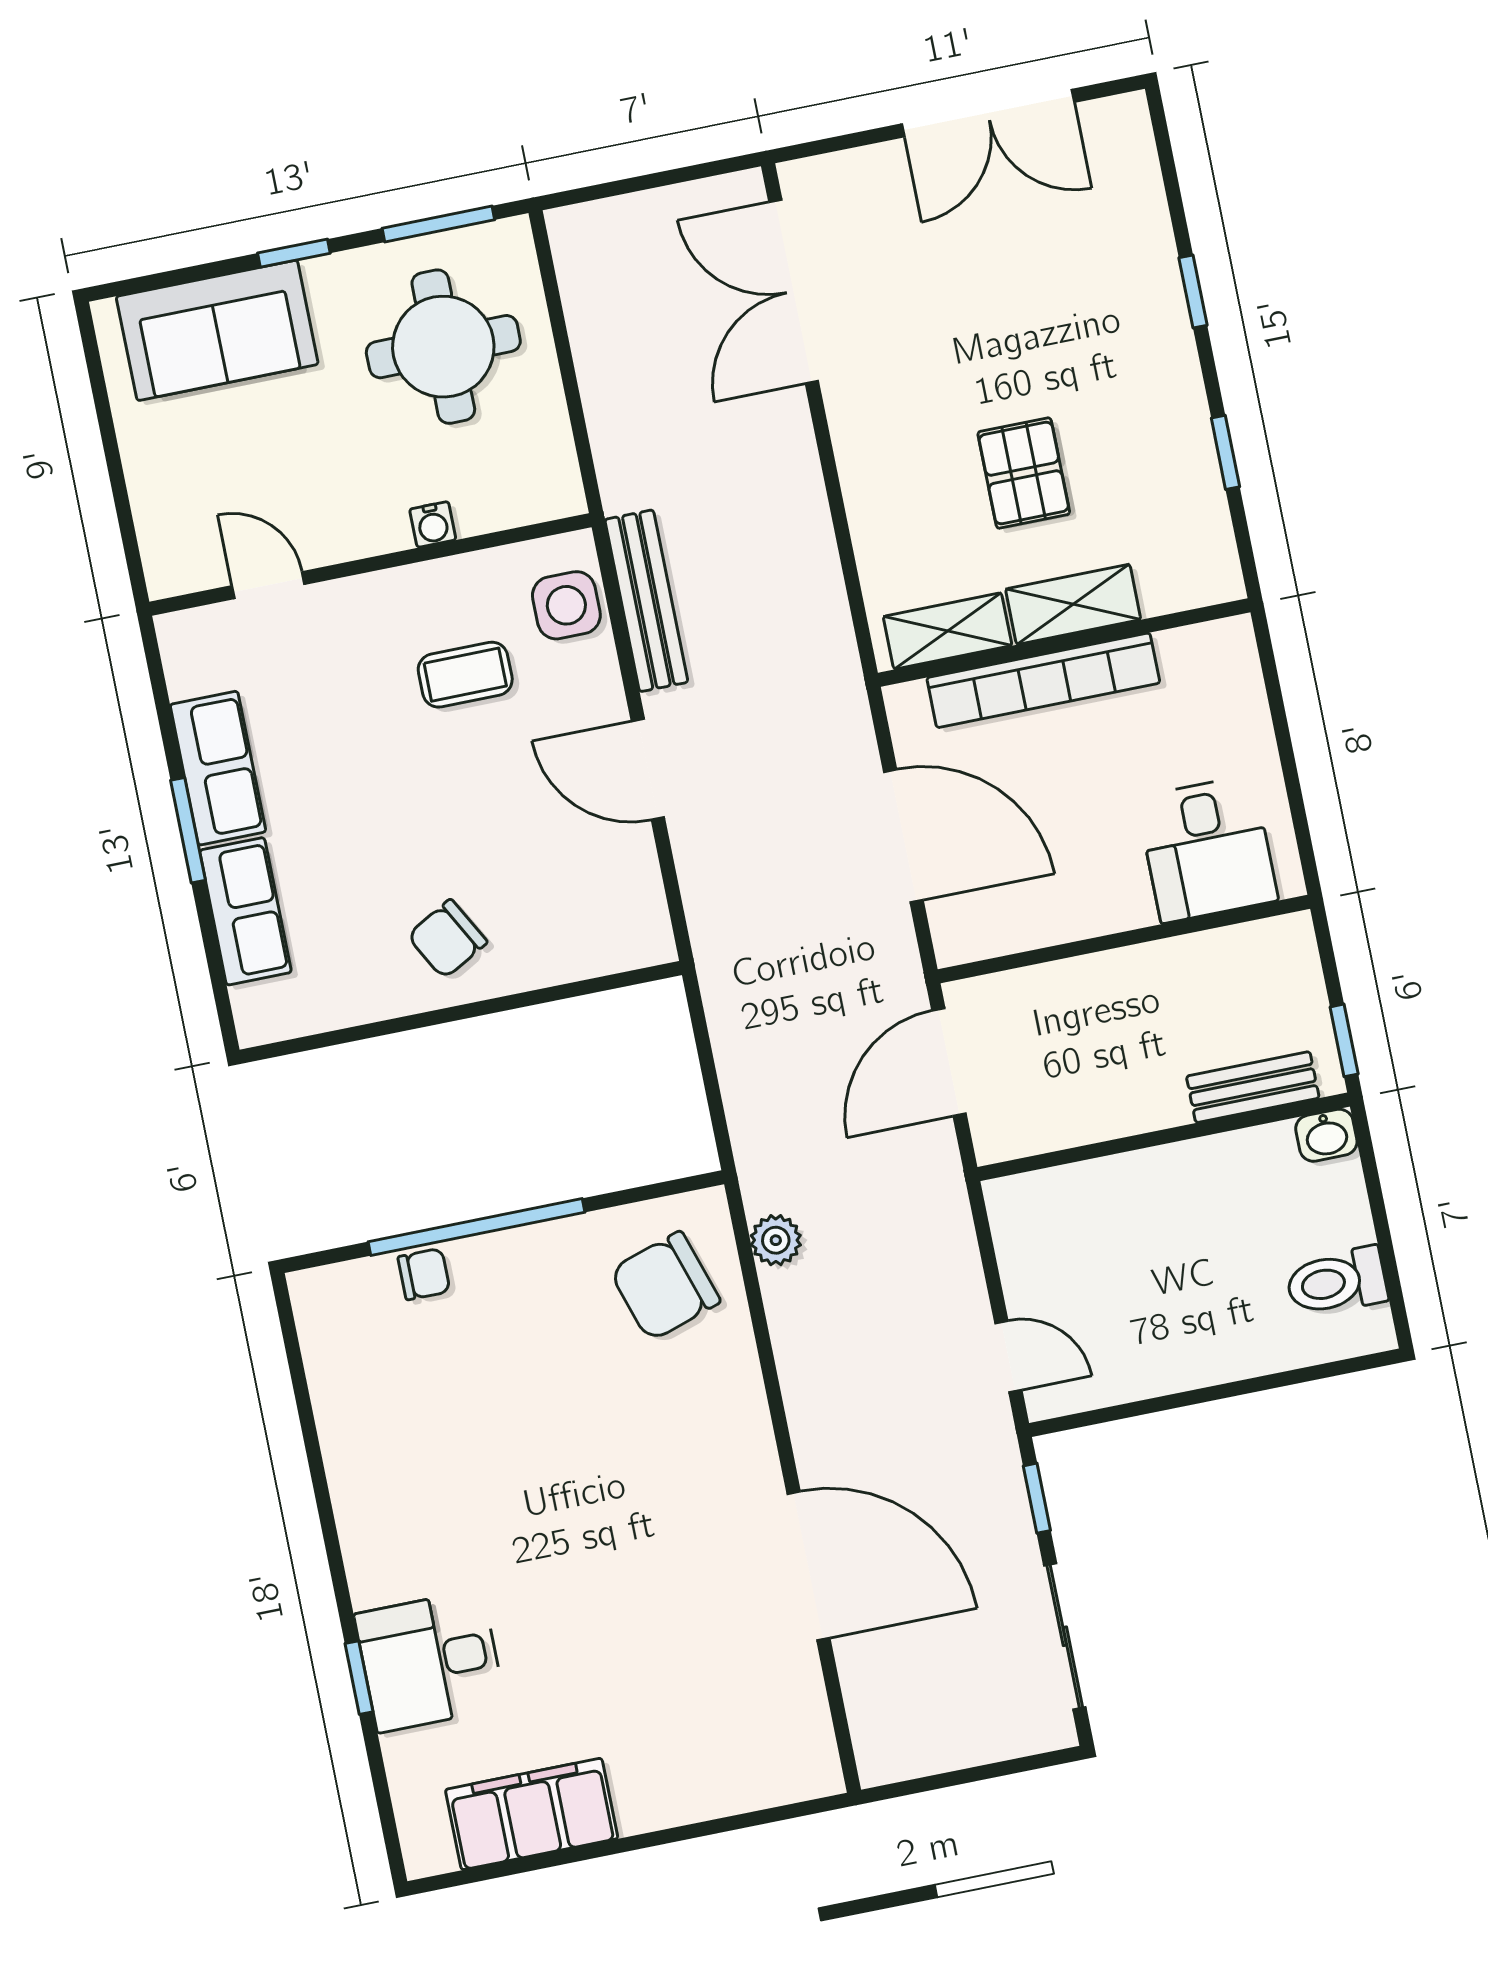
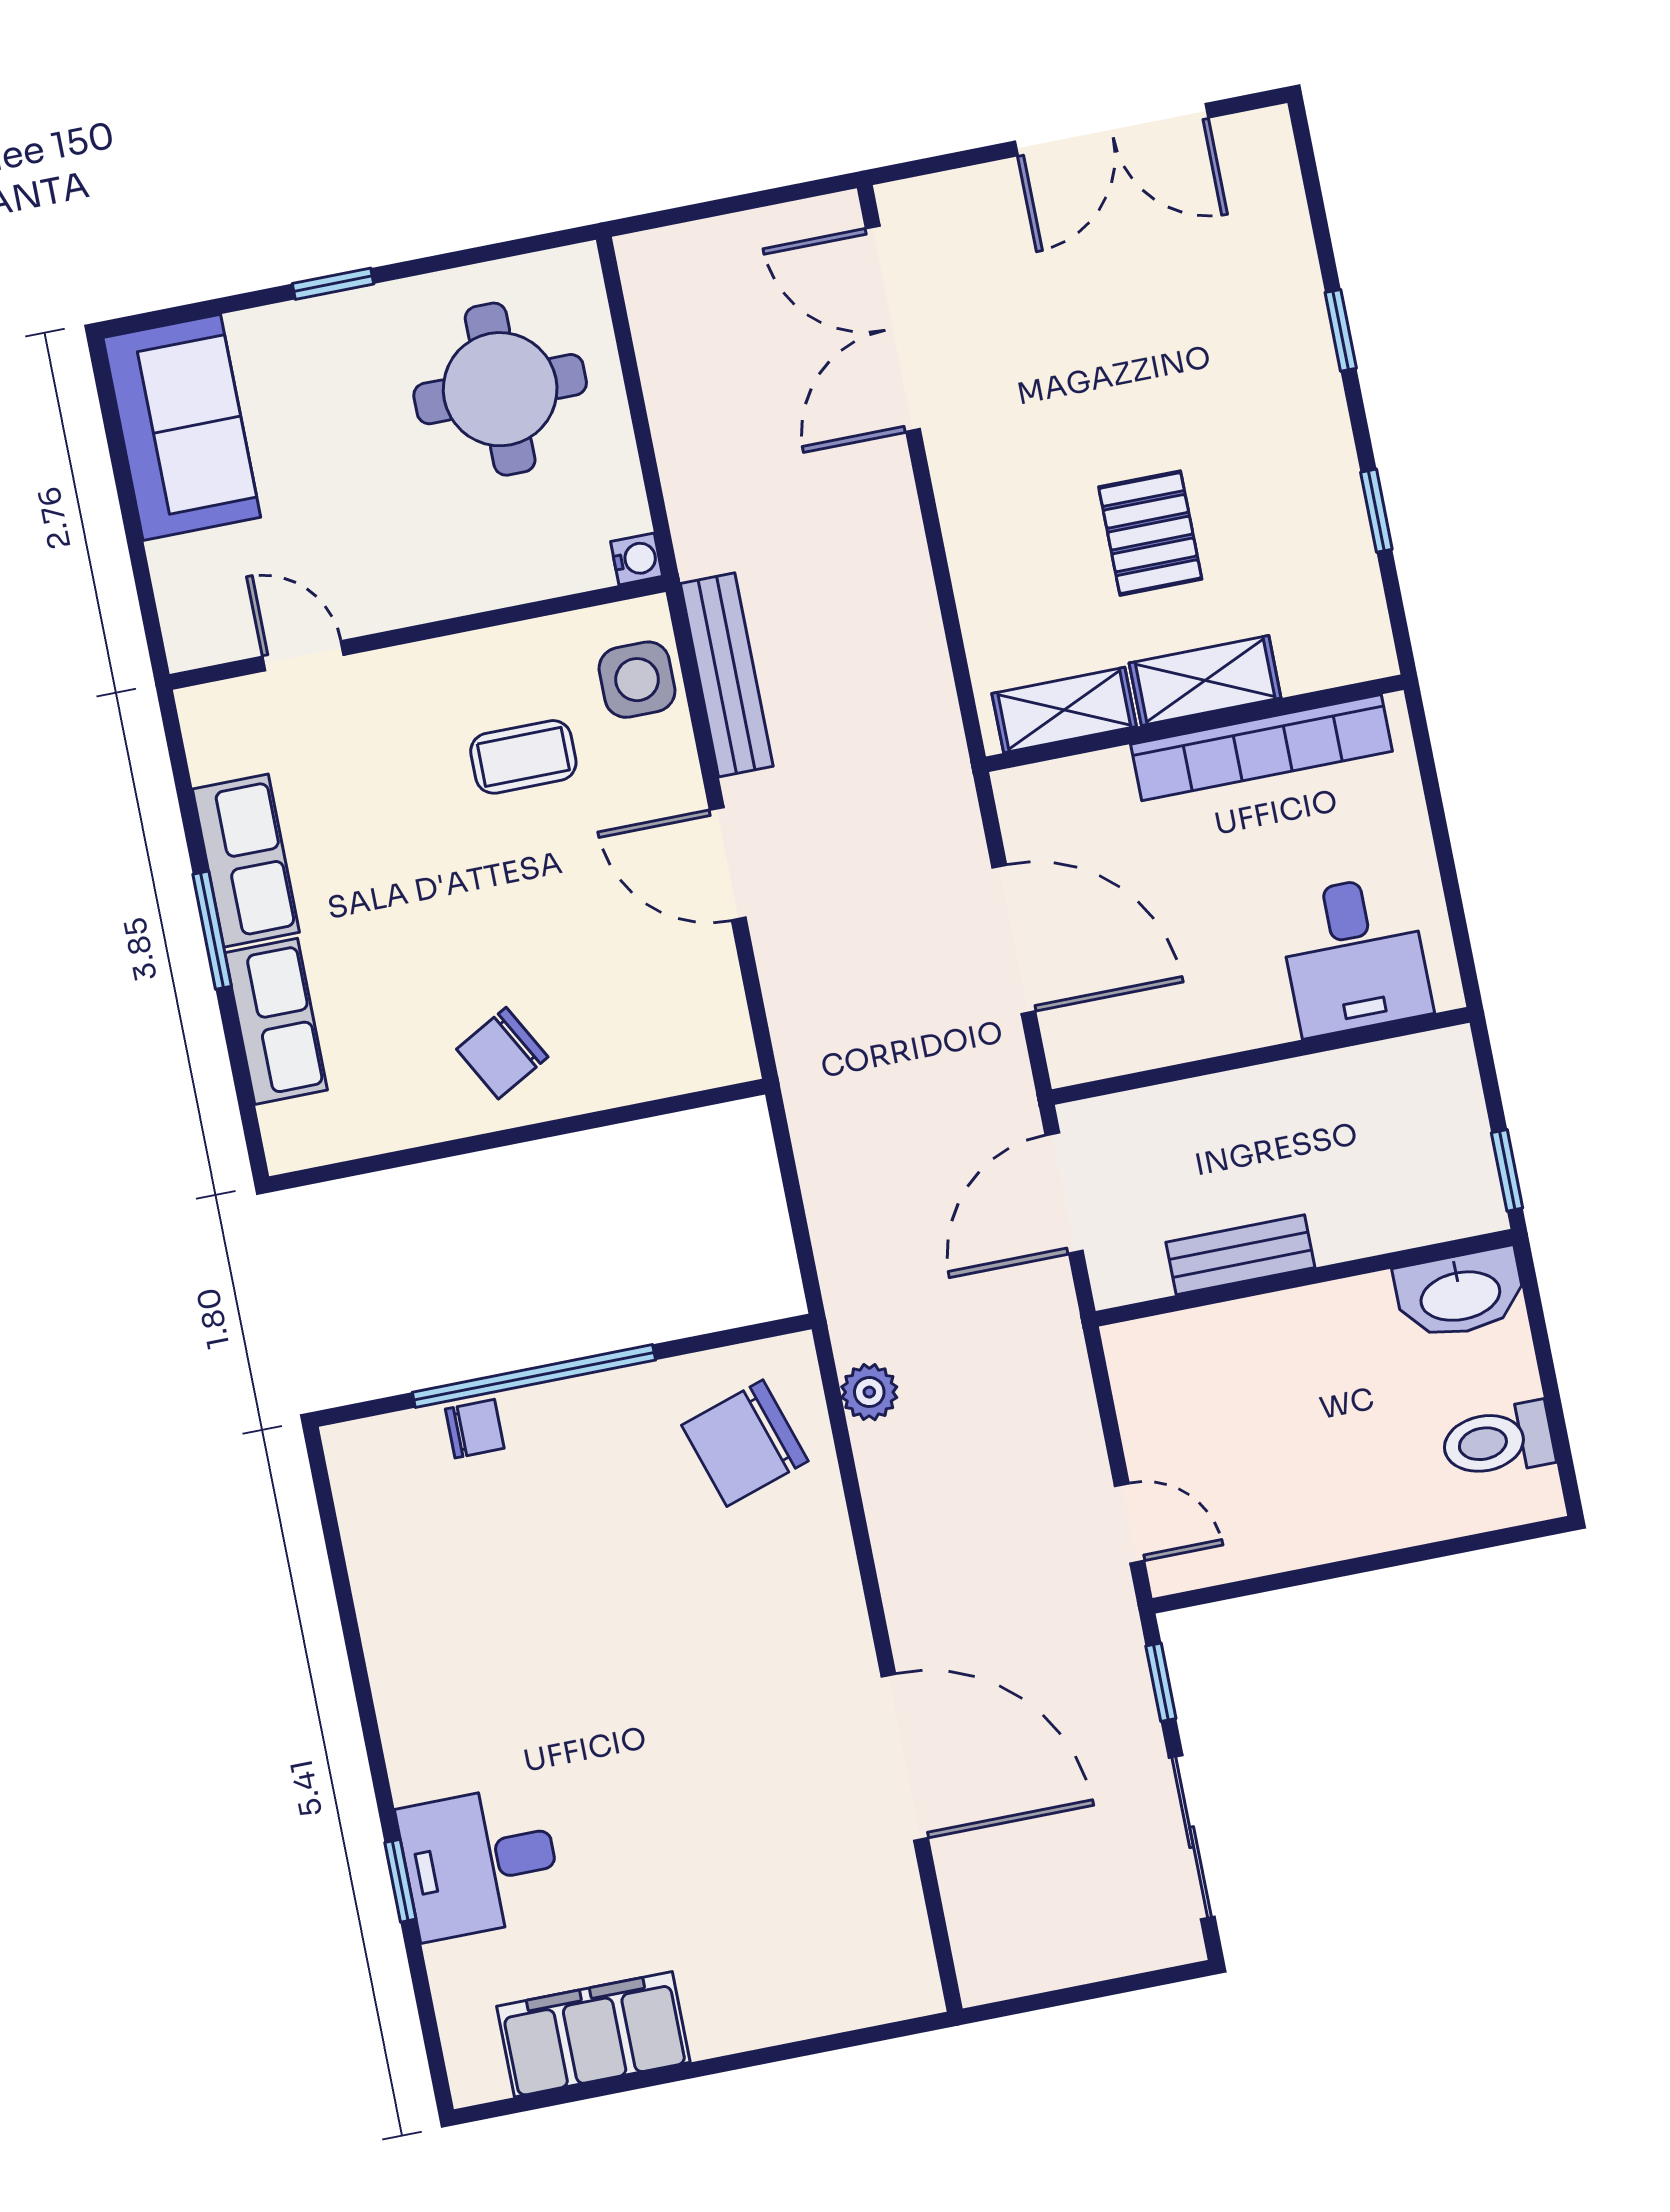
window: (438, 224) -> (495, 252), removed
sofa: (217, 330) -> (182, 427), moved, turned -90
water cooler: (433, 524) -> (637, 559), moved, turned -90
bookcase: (1043, 680) -> (1262, 748), moved
bench: (1253, 1087) -> (1240, 1255), moved
washbasin: (1326, 1135) -> (1460, 1294), width x1.91, depth x1.45

